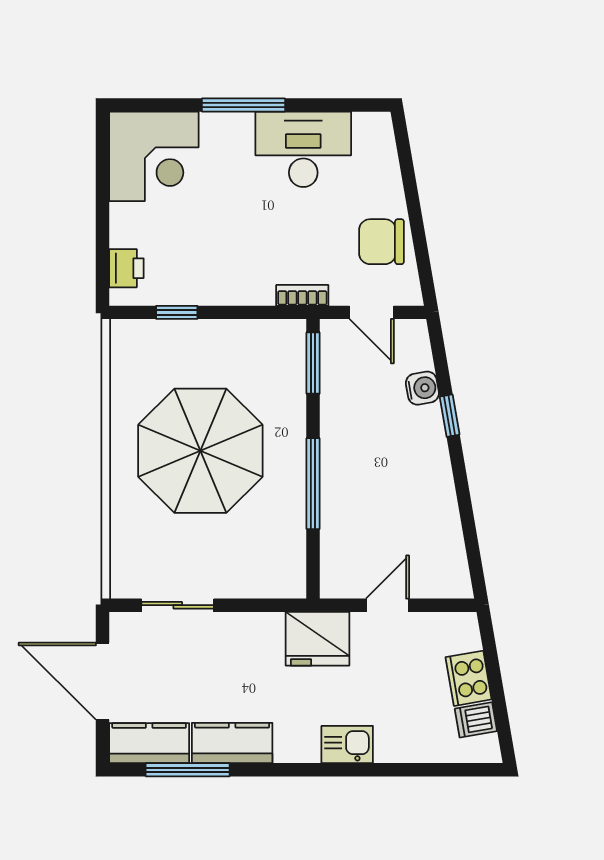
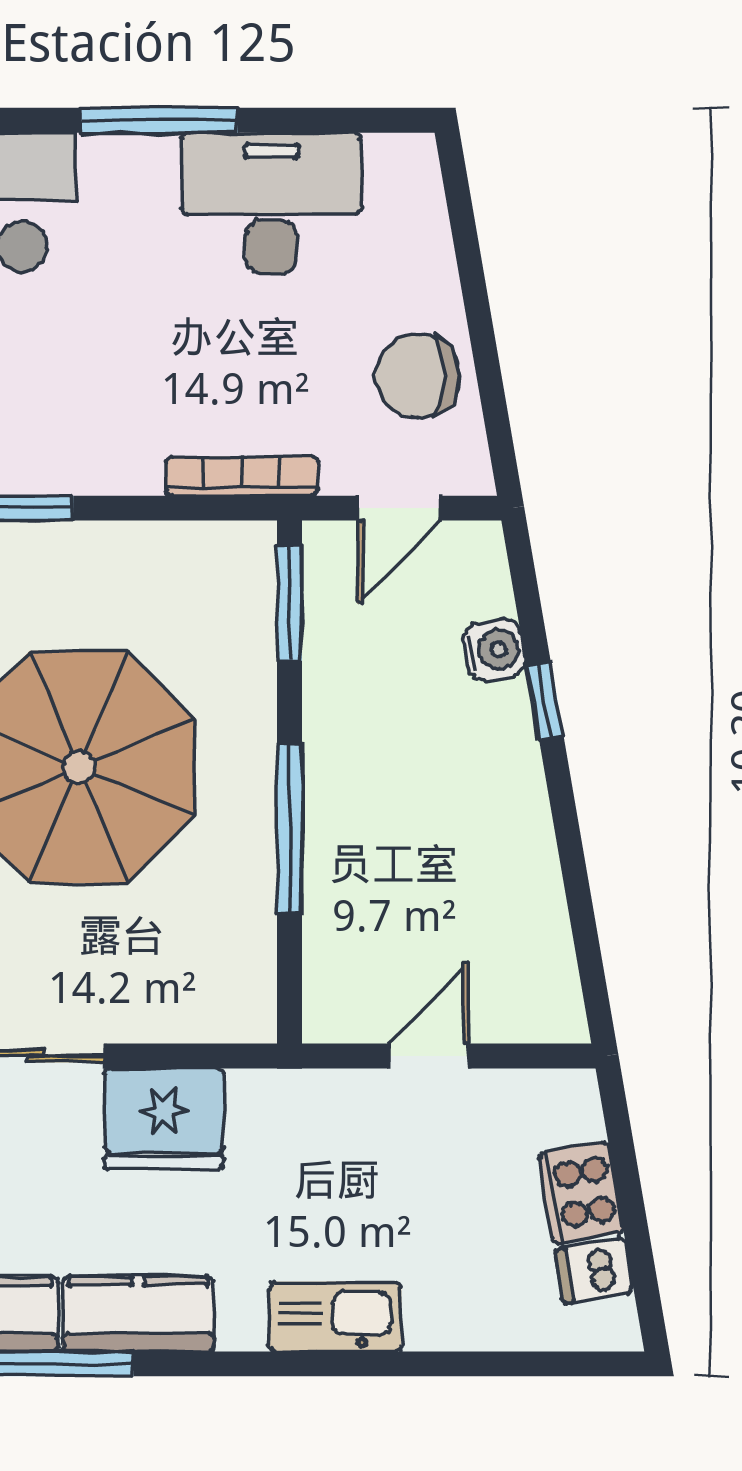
bookcase: (302, 295) -> (242, 476), width x1.56
door: (372, 312) -> (399, 508), hinge flipped
fridge: (318, 639) -> (164, 1119), moved
kitchen sink: (347, 745) -> (335, 1317), width x1.38

